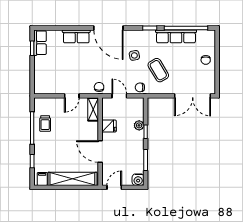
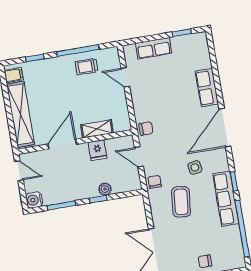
row of seats: (176, 36) -> (226, 199), moved
row of seats: (40, 43) -> (153, 48), moved
coffee table: (158, 70) -> (181, 202), turned -53
door: (72, 96) -> (125, 77), moved
door: (119, 96) -> (139, 157), swing flipped
shelving: (93, 109) -> (97, 129), moved

